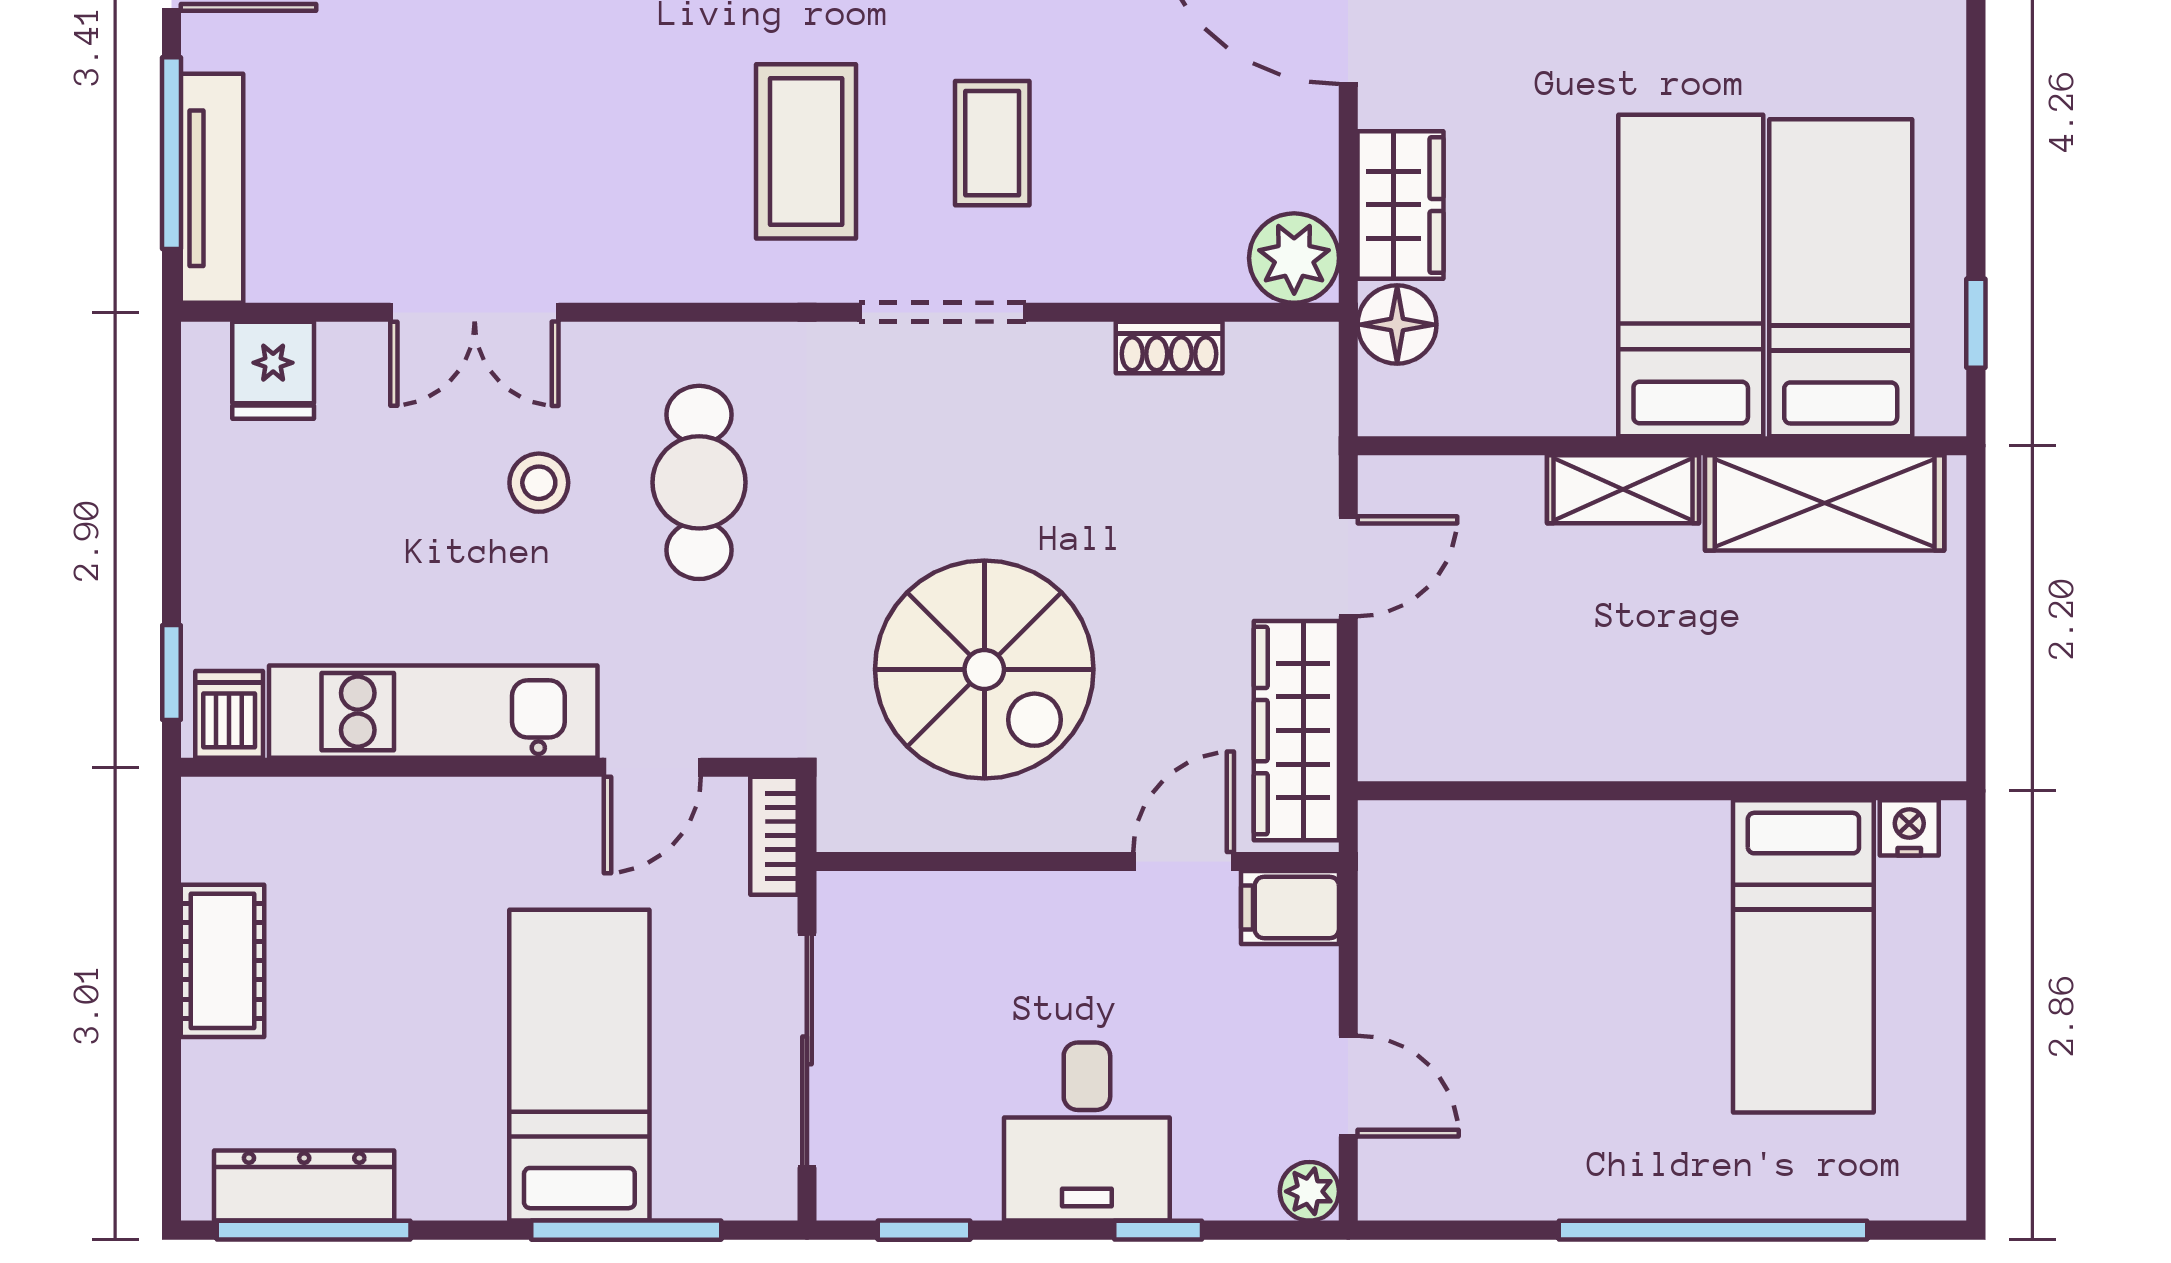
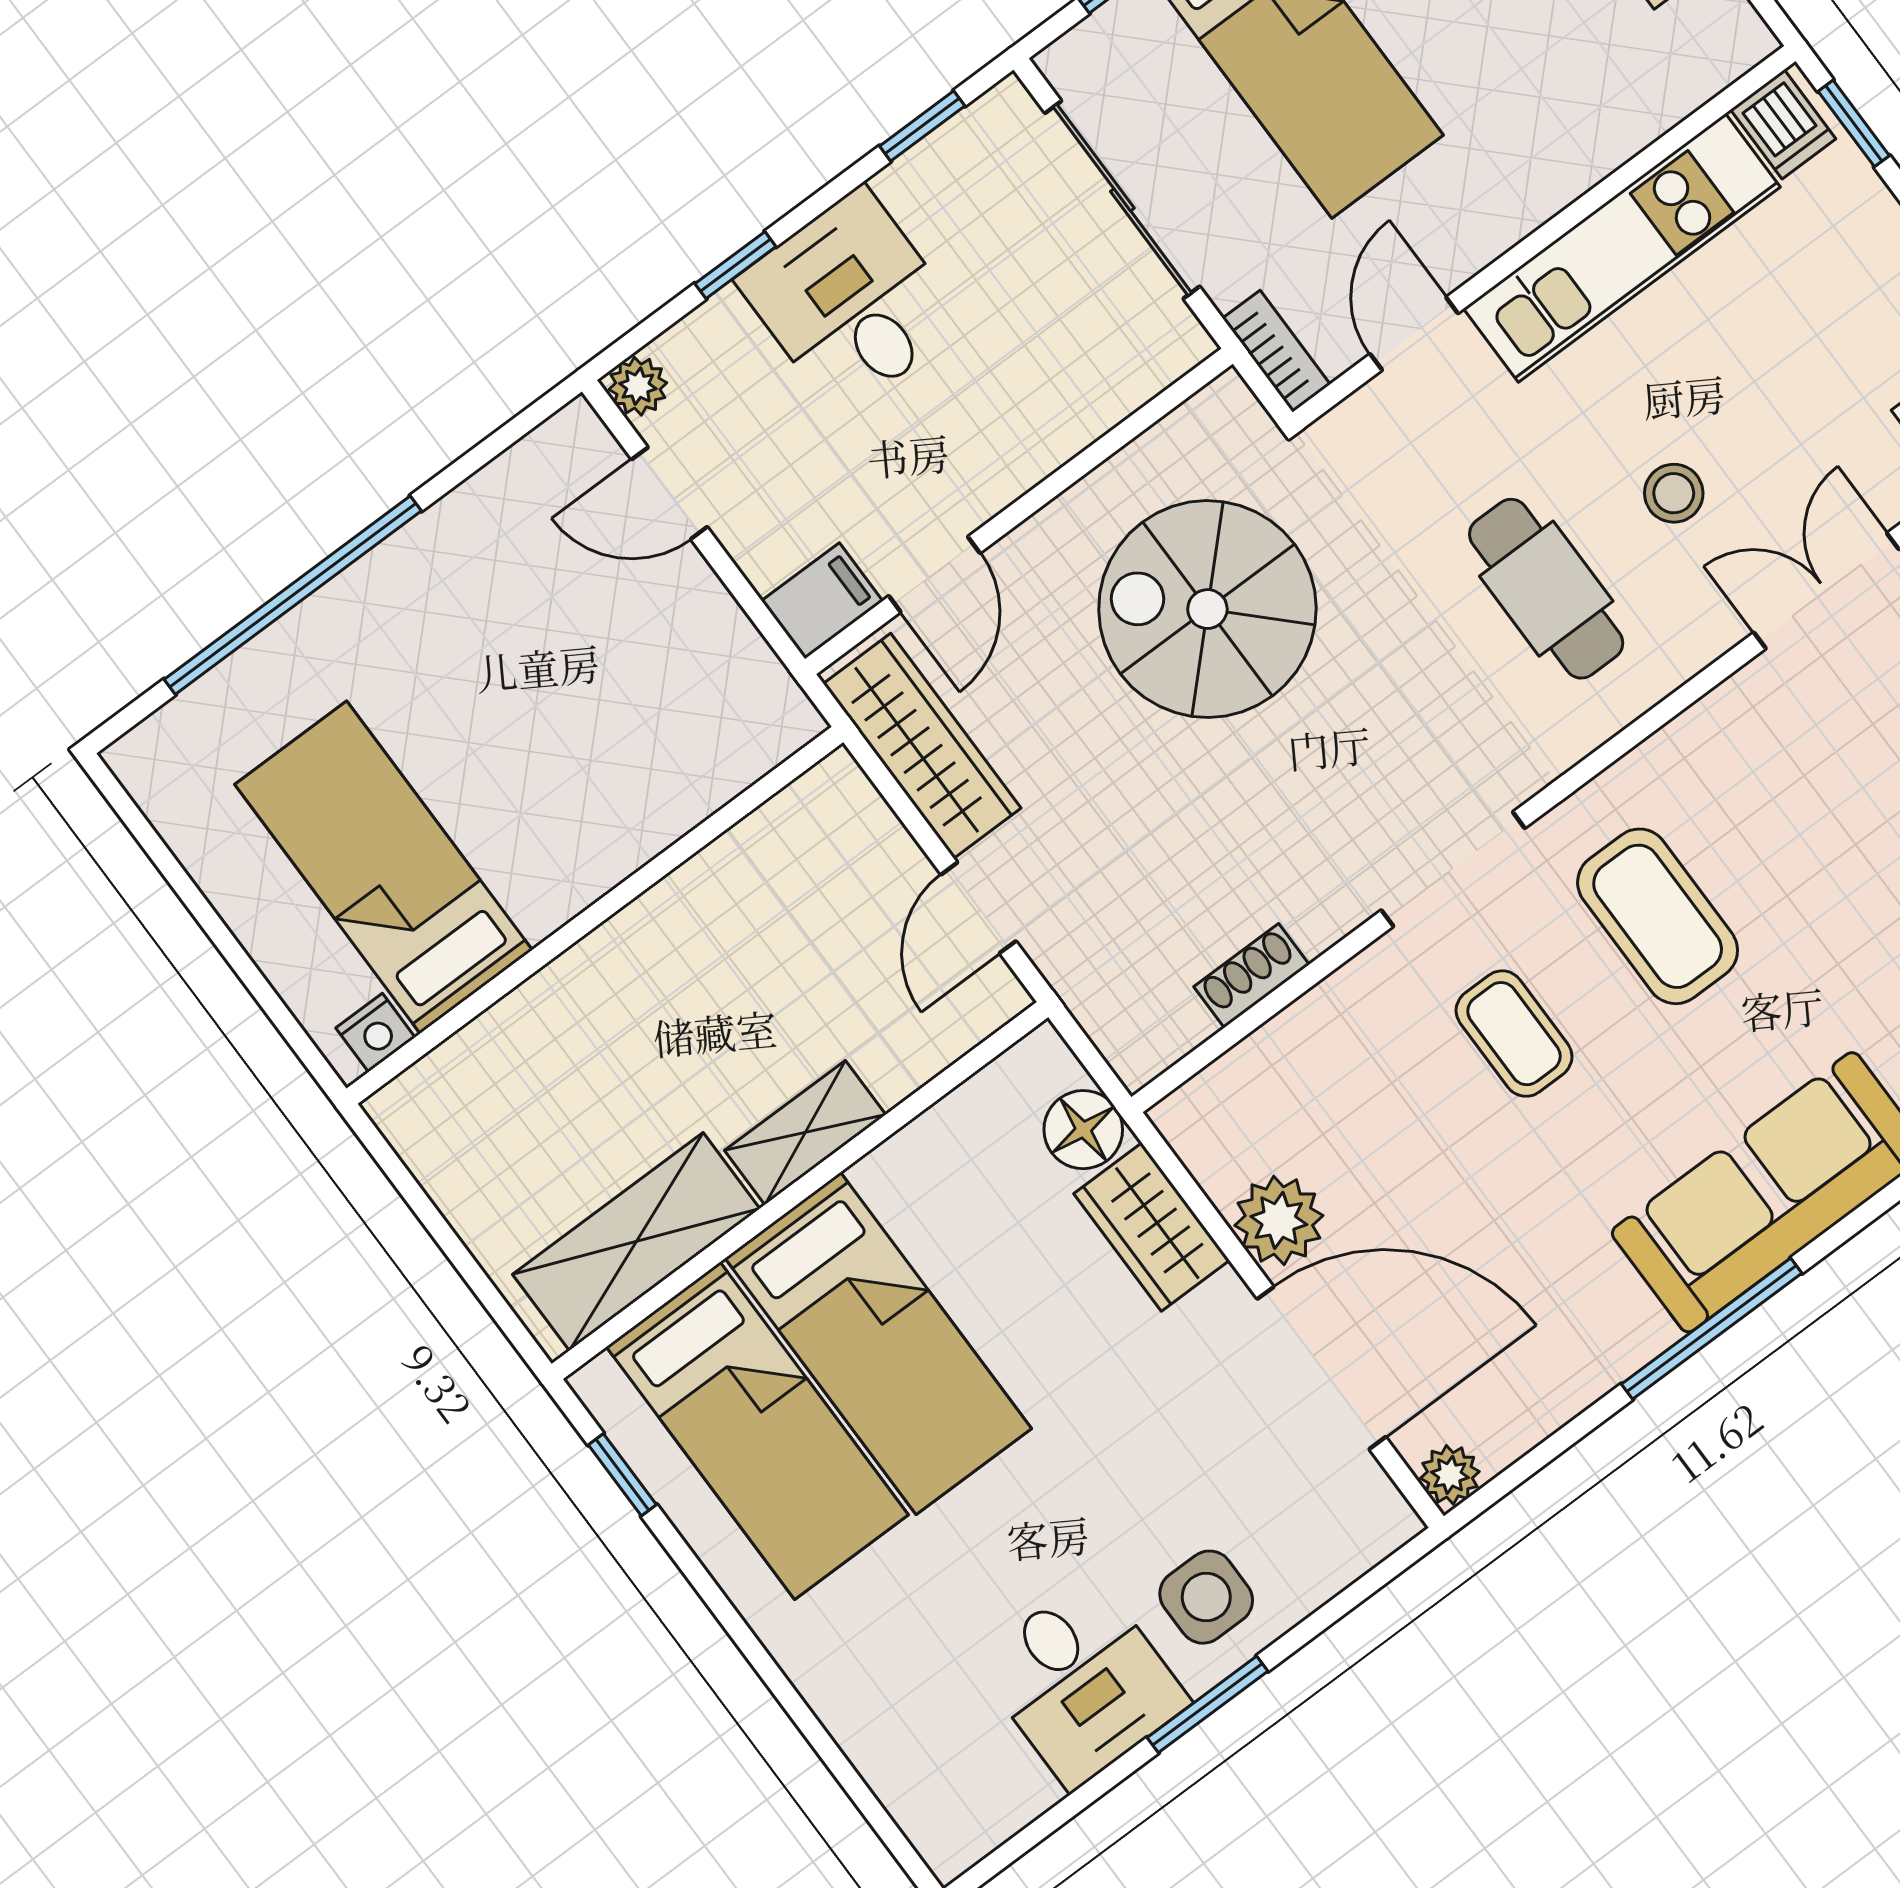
plant: (1294, 258) -> (1279, 1220), moved

